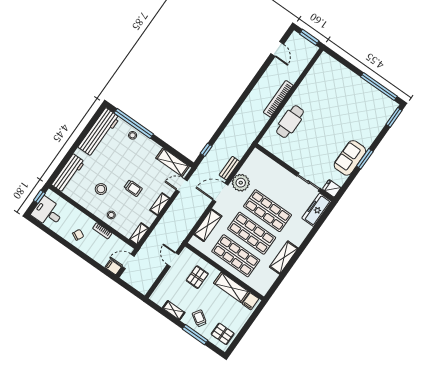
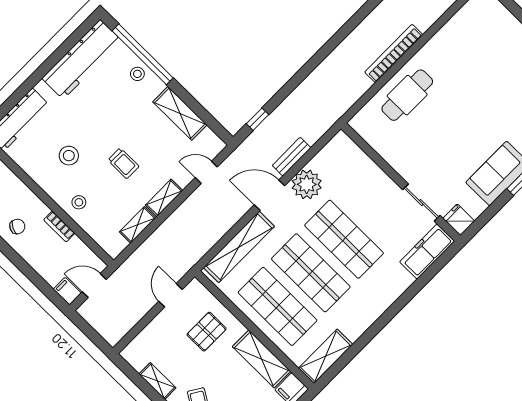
shelving: (173, 162) -> (180, 113), moved
shelving: (208, 225) -> (239, 247), width x1.47
shelving: (139, 234) -> (138, 225), moved
shelving: (284, 258) -> (326, 356), moved

